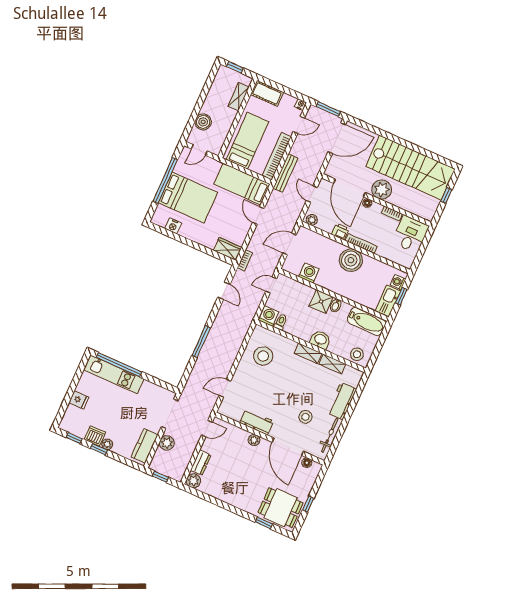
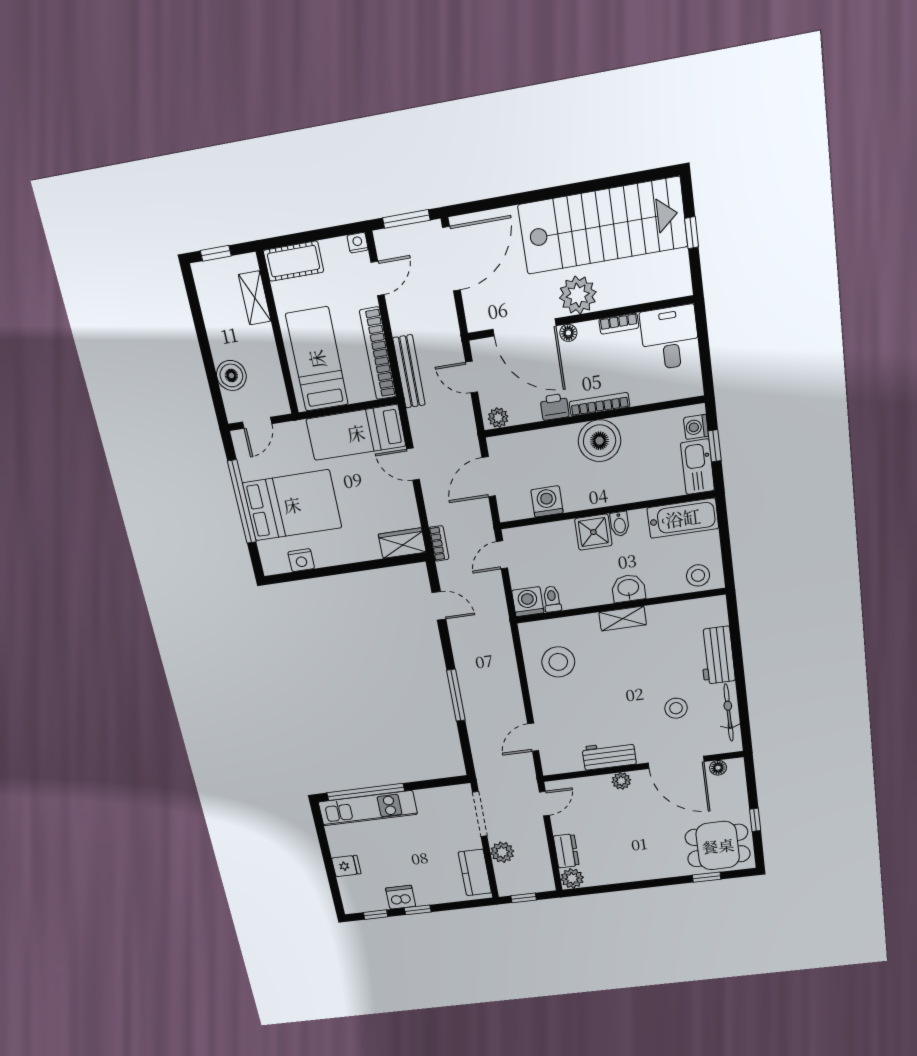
shelving: (332, 364) -> (669, 612), removed
plant: (107, 444) -> (424, 898), removed

